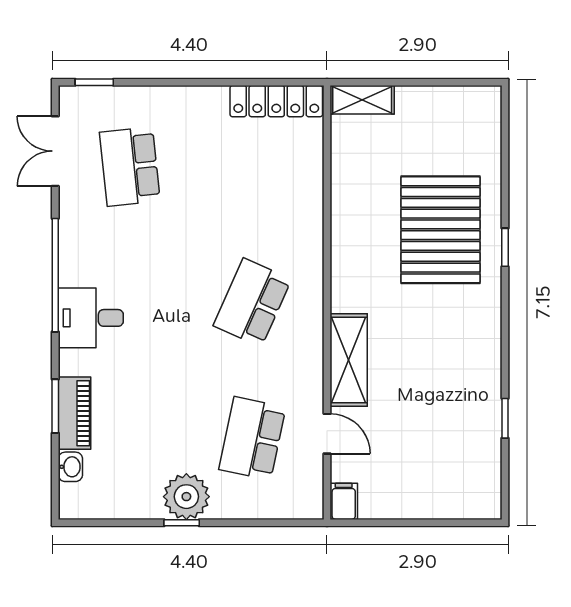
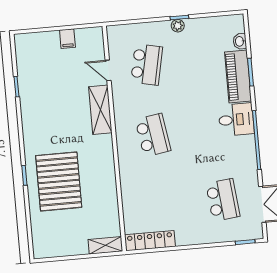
school desk: (252, 302) -> (153, 135), turned -33
piano: (75, 413) -> (238, 76), width x1.37, depth x1.33
plant: (186, 497) -> (178, 26), width x0.53, depth x0.53
filing cabinet: (344, 501) -> (67, 39), moved

